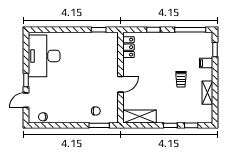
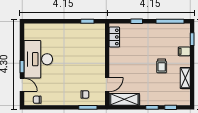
desk: (44, 56) -> (38, 59), moved
door: (121, 84) -> (107, 85), moved
door: (26, 100) -> (22, 85), swing flipped

